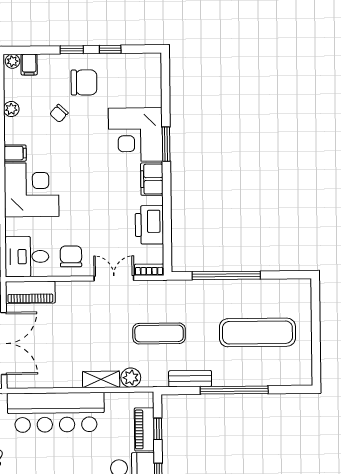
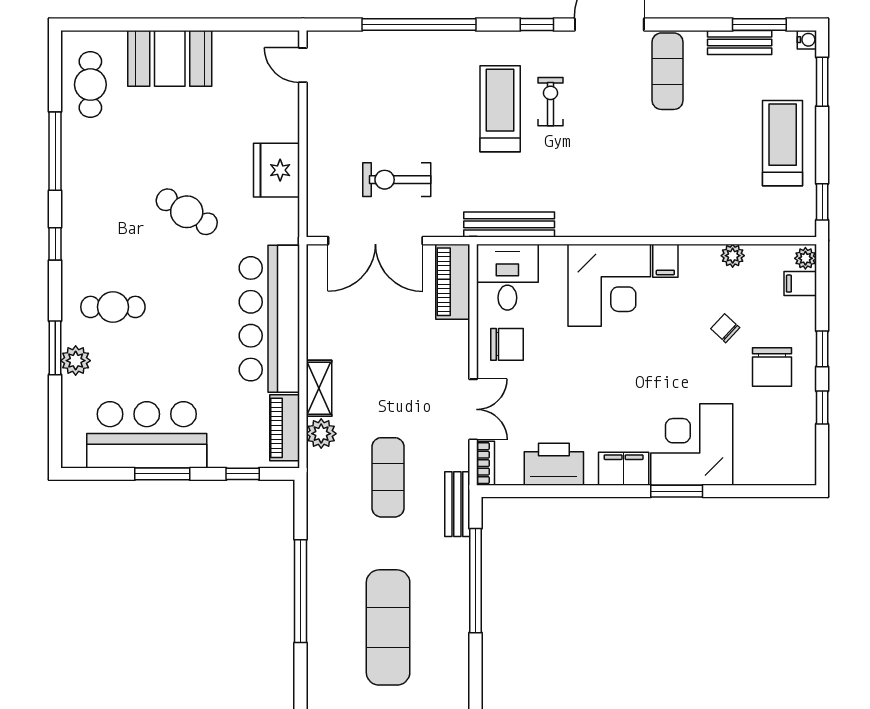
bench: (190, 379) -> (457, 504), moved
piano: (144, 429) -> (285, 428), moved, turned -90

